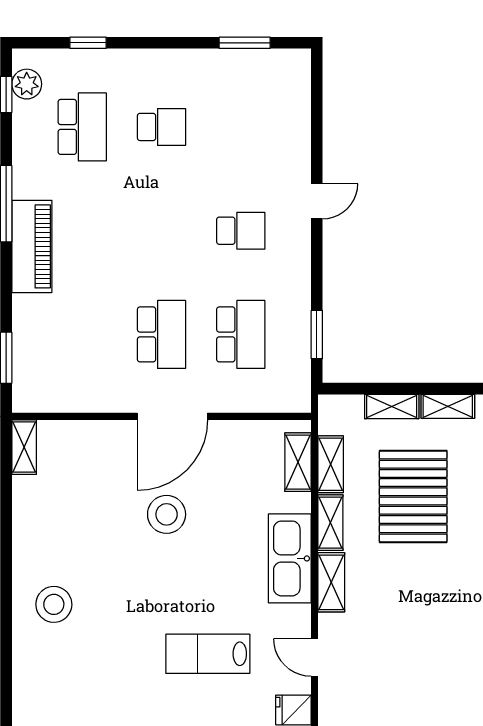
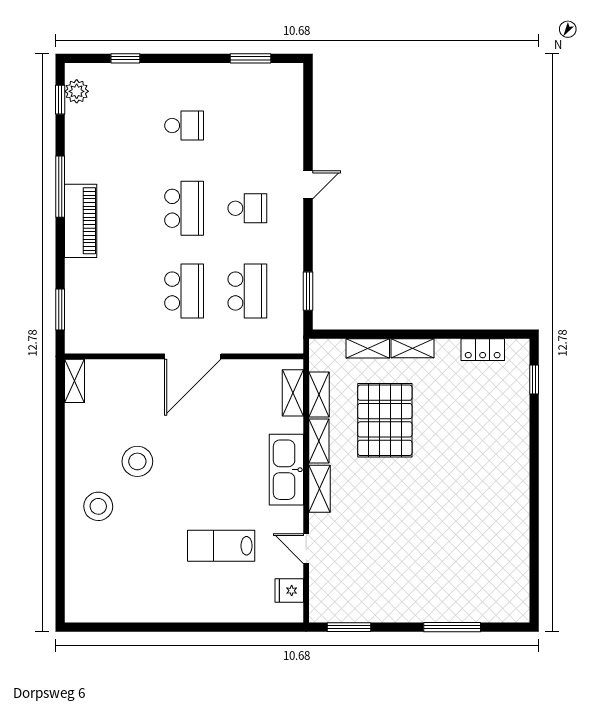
school desk: (82, 127) -> (184, 208), moved
stool: (167, 514) -> (137, 461), moved

